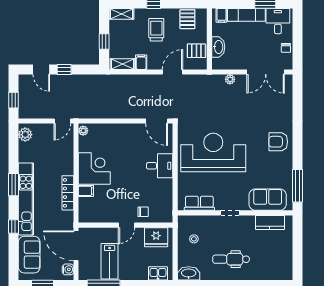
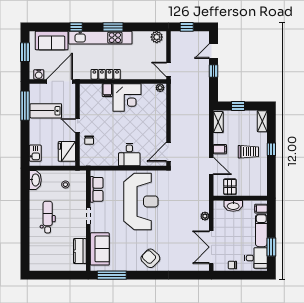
pallet: (187, 19) -> (258, 179), removed
filing cabinet: (141, 62) -> (220, 149), moved
armchair: (278, 142) -> (150, 258), turned -46

